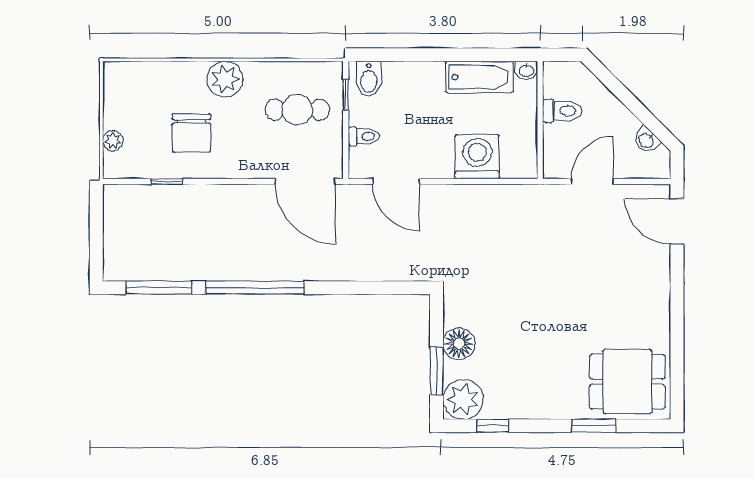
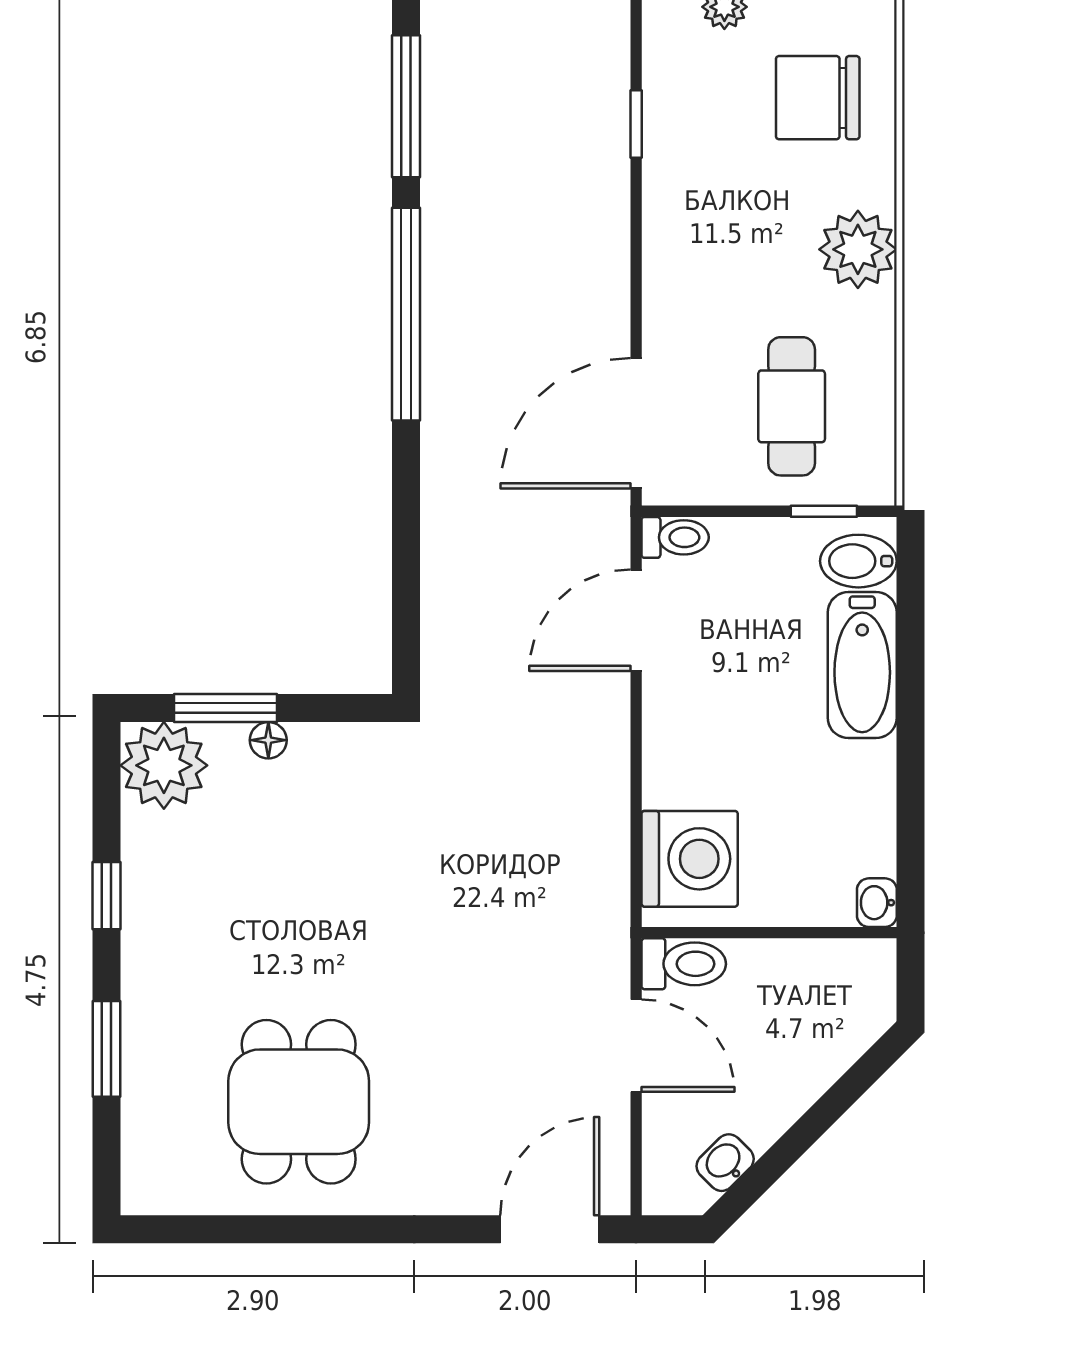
bathtub: (479, 77) -> (862, 665), moved
toilet: (562, 111) -> (684, 964), moved, turned -90
chair: (192, 133) -> (818, 98), moved
toilet: (364, 136) -> (675, 537), moved, turned -90
washing machine: (477, 157) -> (690, 859), moved
floor lamp: (459, 344) -> (268, 740), width x0.53, depth x0.53
dining table: (627, 382) -> (299, 1102), moved
window: (493, 426) -> (107, 896), moved

